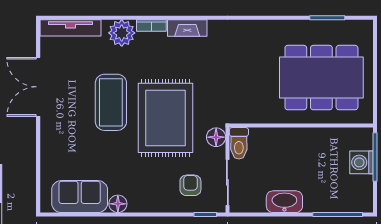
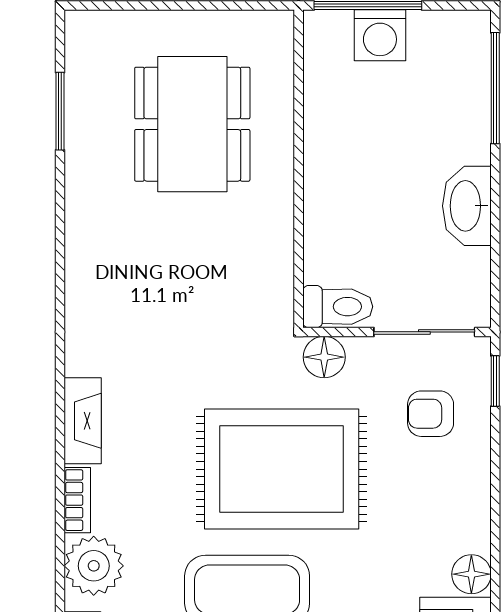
dining table: (321, 78) -> (192, 124), width x0.73, depth x0.80

